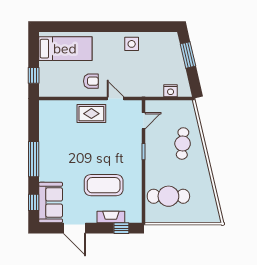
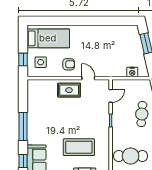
side table: (132, 44) -> (41, 62), moved

